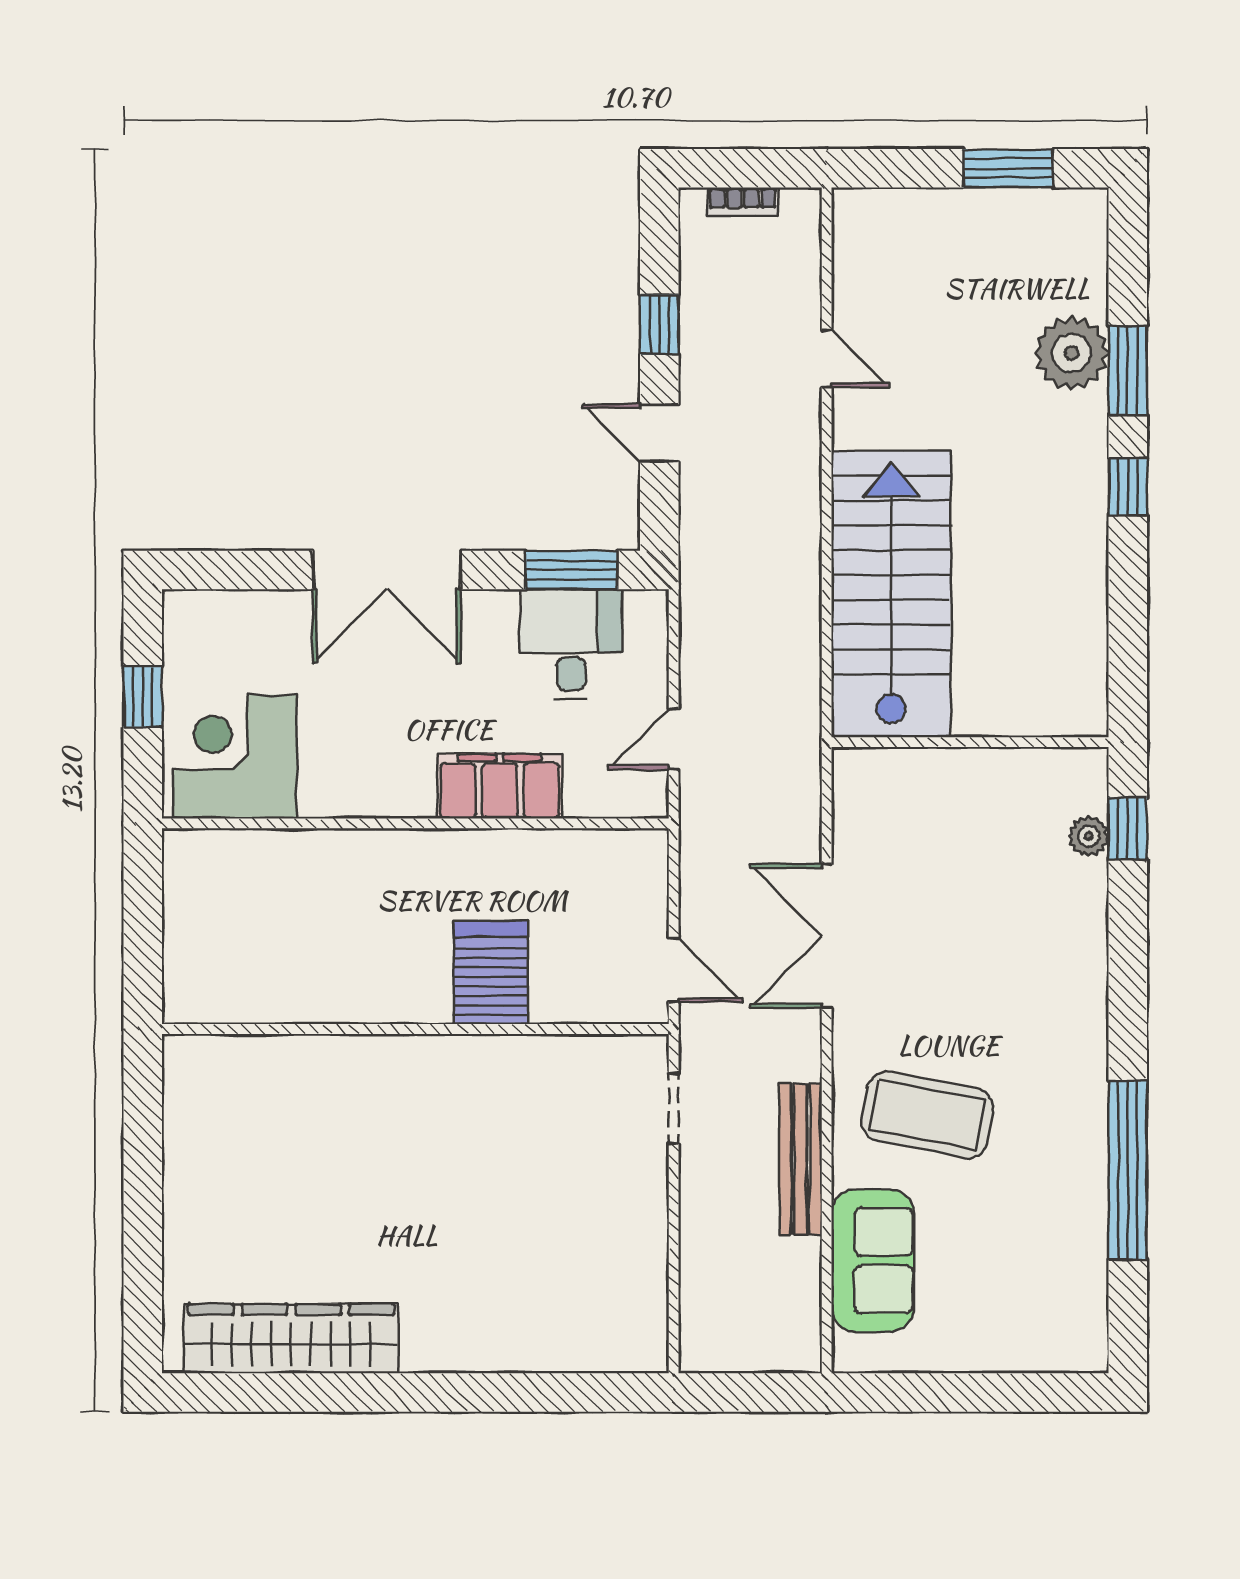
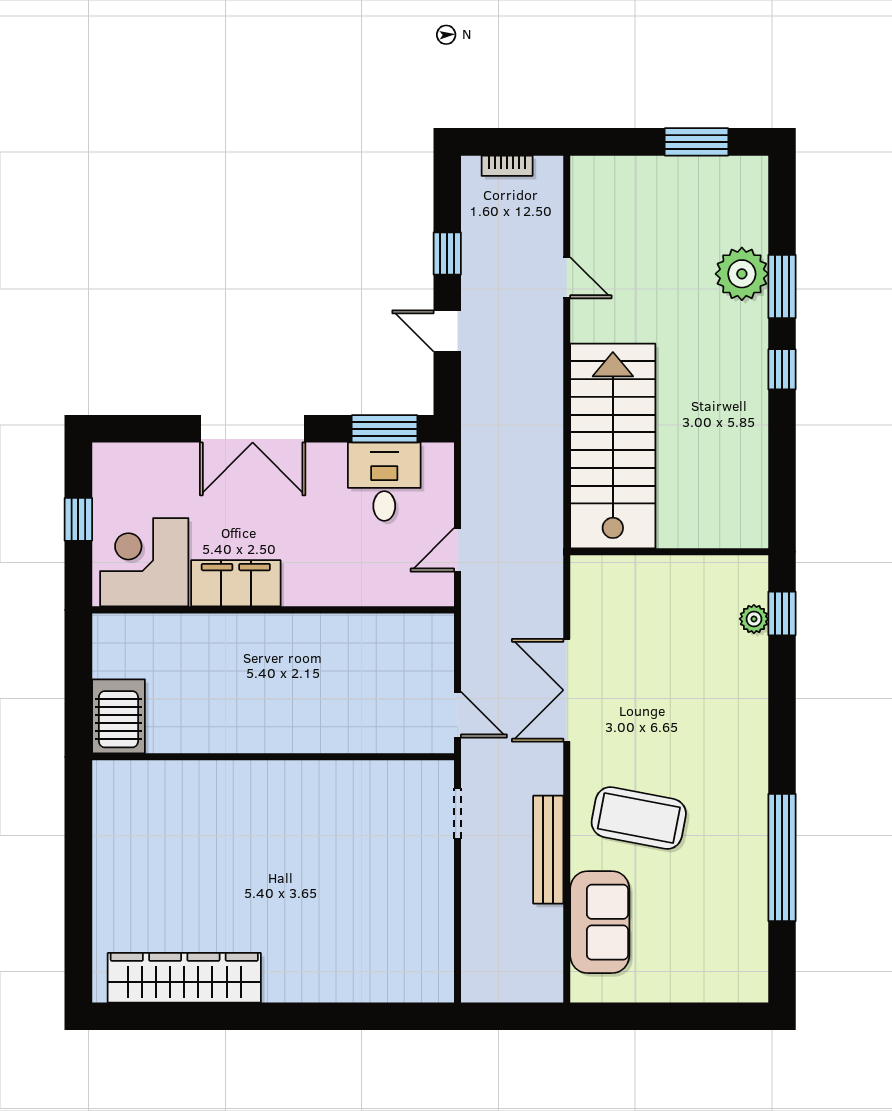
filing cabinet: (500, 786) -> (236, 583), moved
server rack: (491, 972) -> (118, 716), moved

